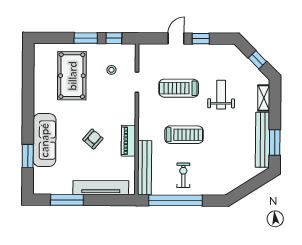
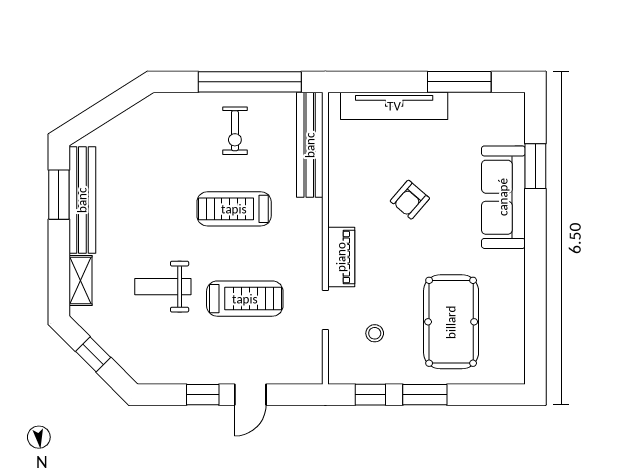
weight bench: (221, 95) -> (163, 287), turned 90
piano: (128, 141) -> (341, 257), moved

